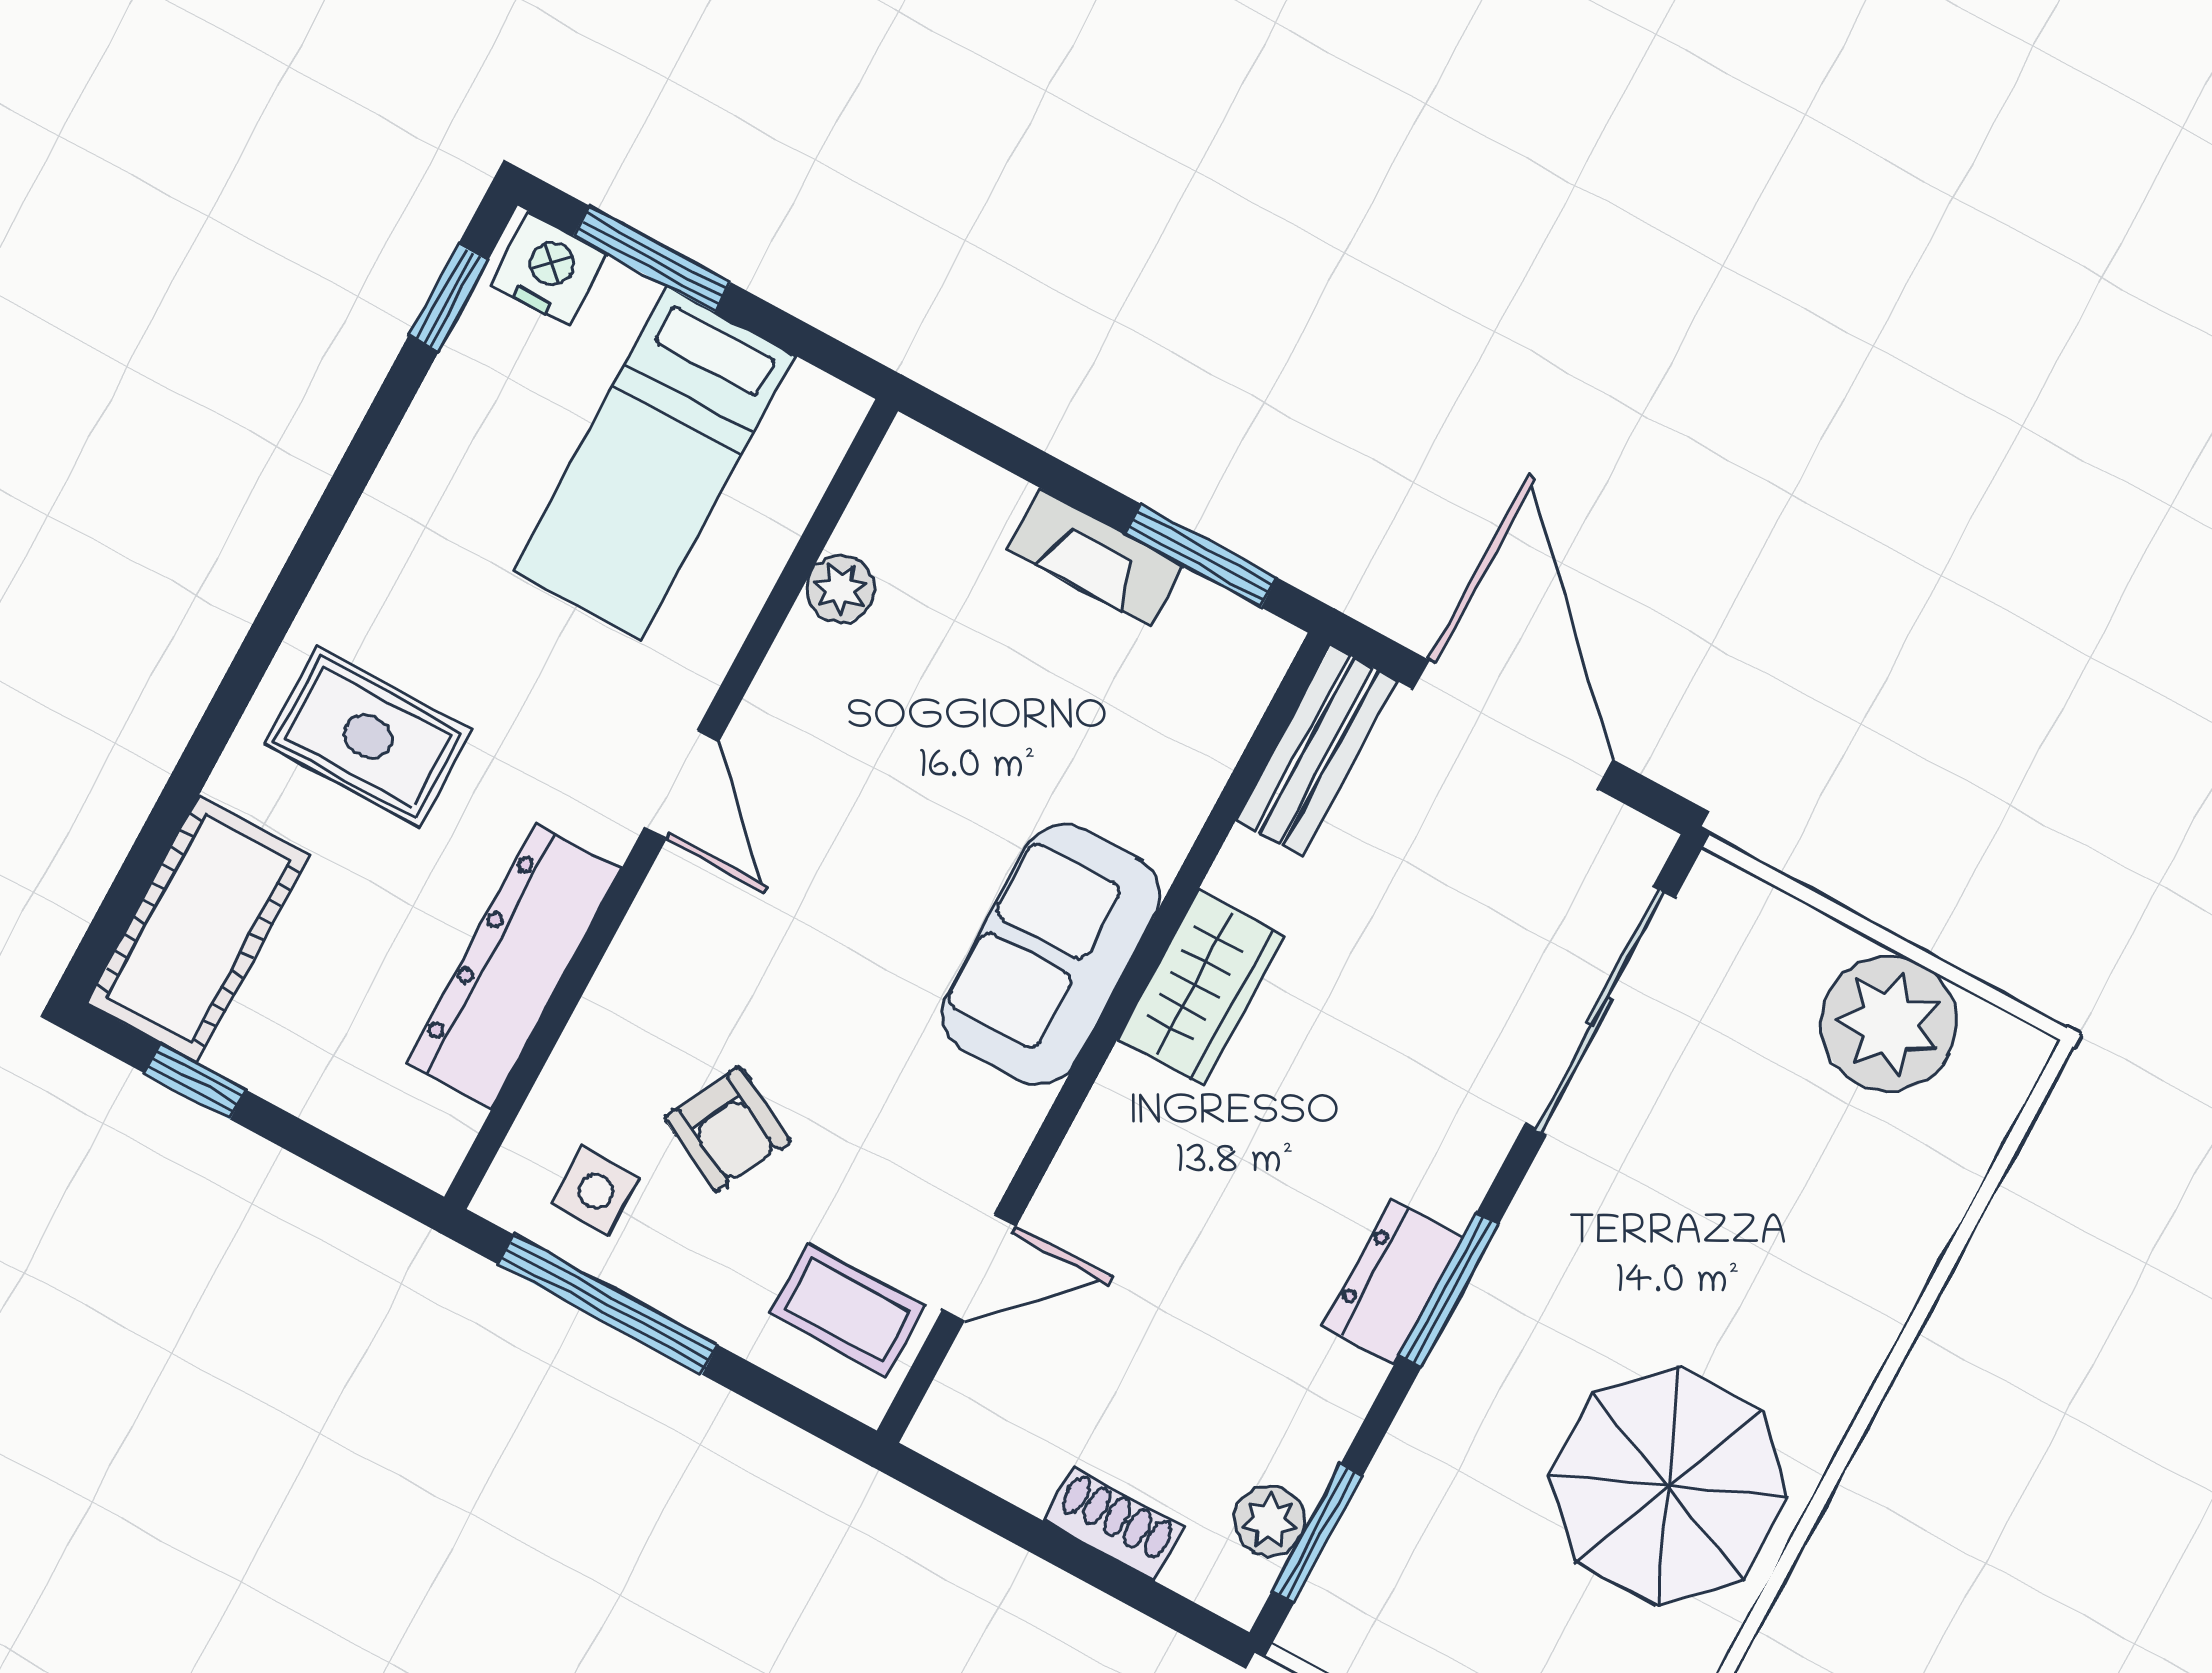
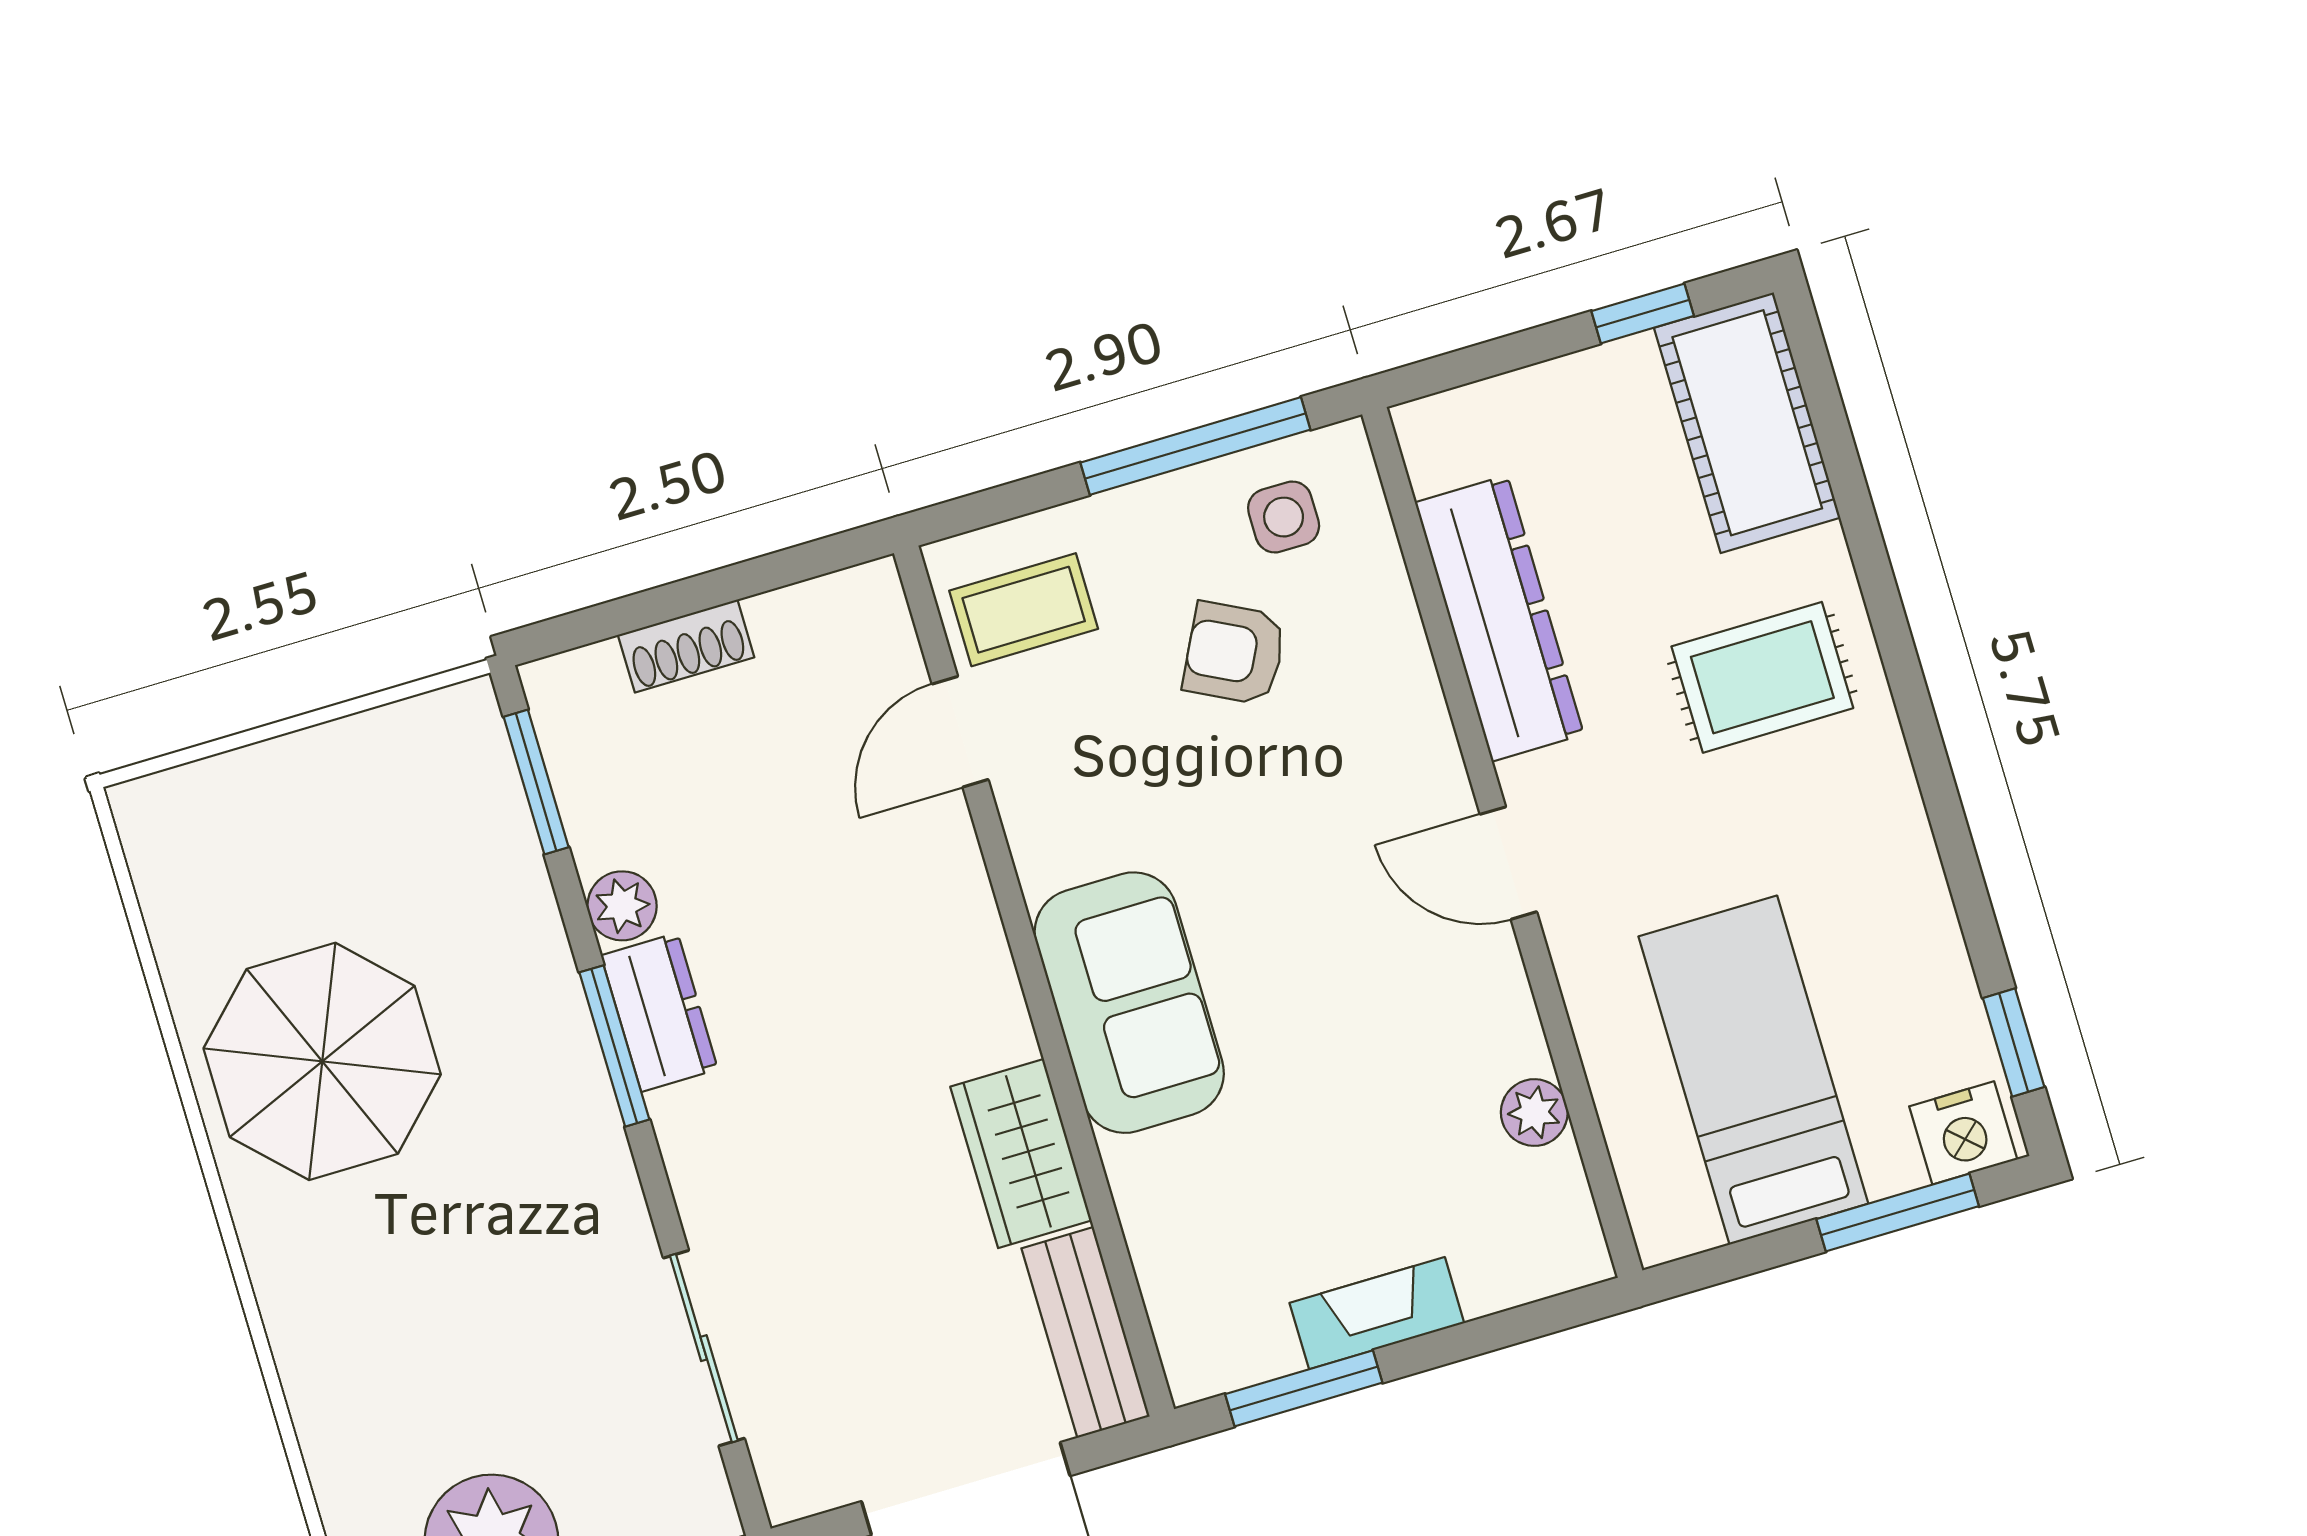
wardrobe: (1201, 988) -> (1021, 1154), moved
sliding door: (1600, 1011) -> (704, 1348), width x0.73
plant: (1270, 1521) -> (622, 906), moved

